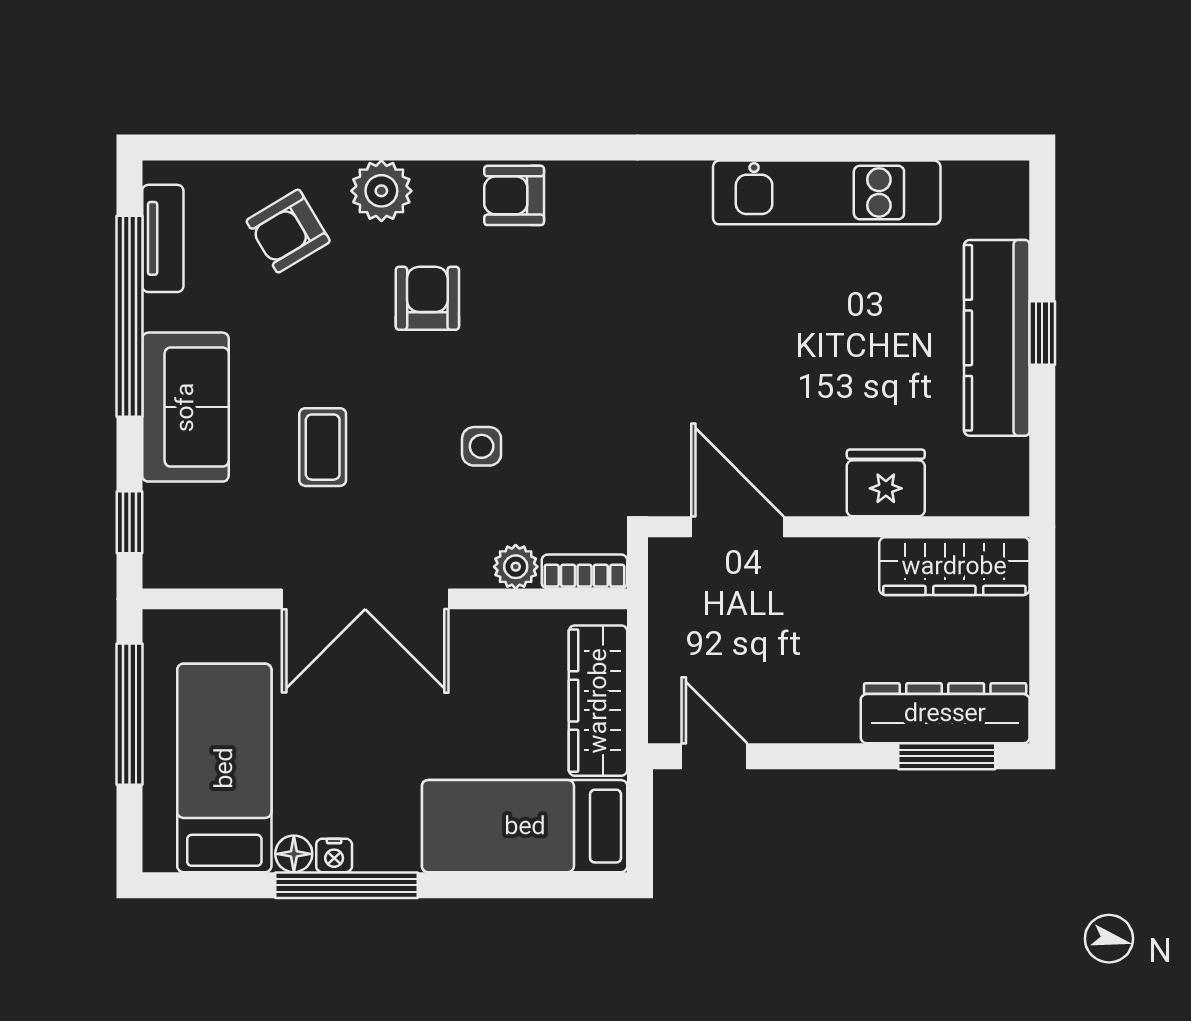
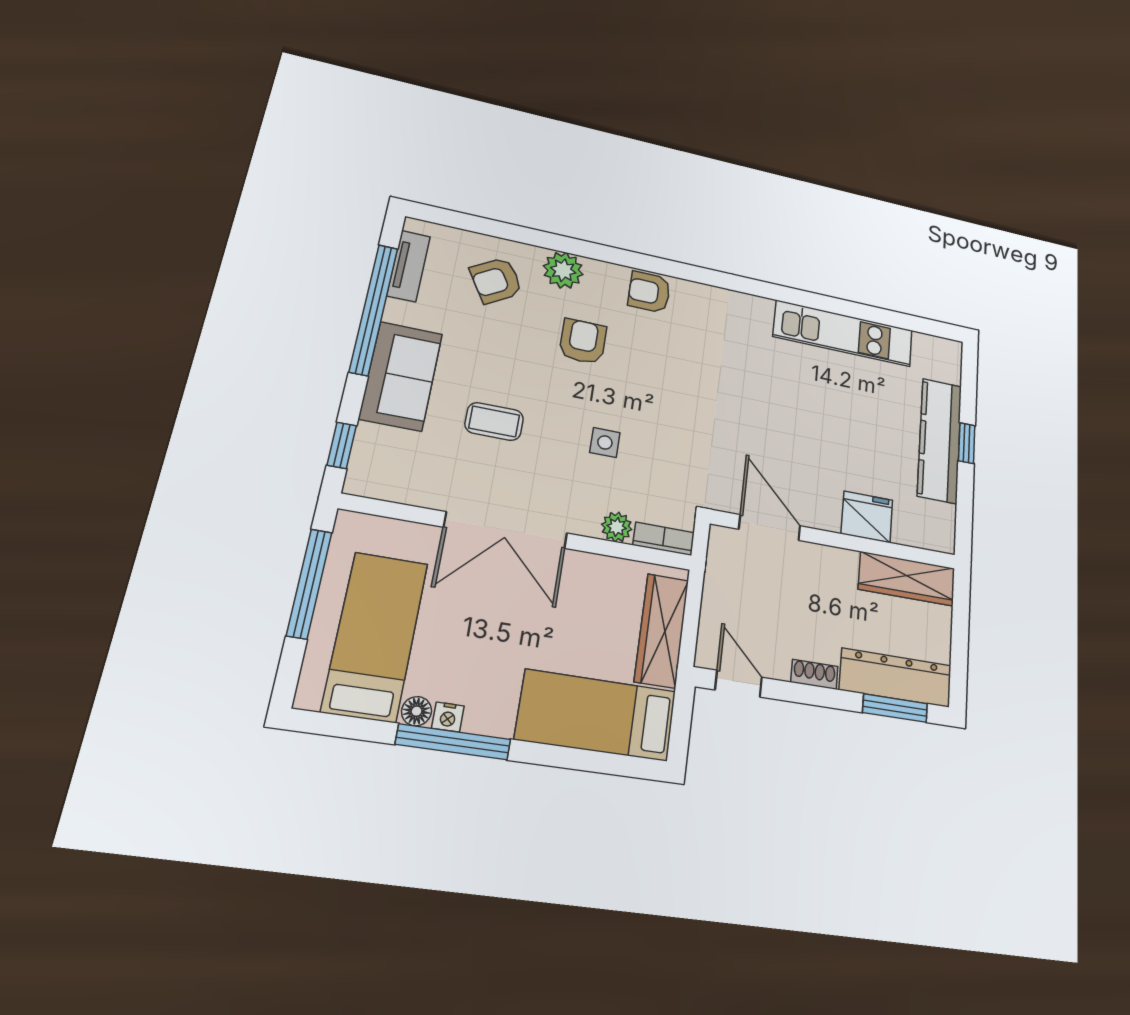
coffee table: (323, 447) -> (494, 421), turned 90
shoe rack: (823, 727) -> (814, 674), added

